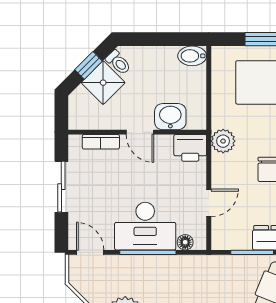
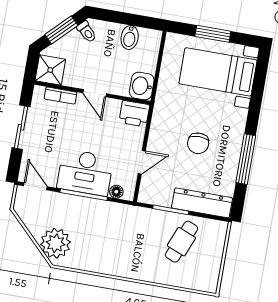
bidet: (192, 56) -> (130, 37), moved, turned -90
window: (89, 65) -> (61, 30), width x1.50
shower: (103, 83) -> (50, 70), moved, turned 45
washbasin: (170, 117) -> (142, 86), moved, turned -90
plant: (223, 141) -> (163, 113), removed

